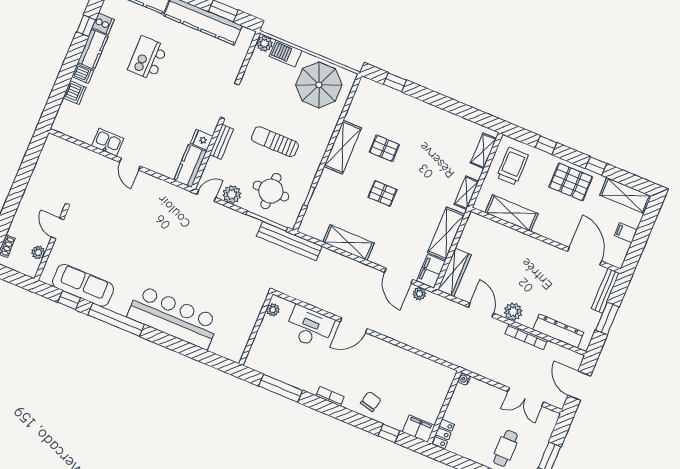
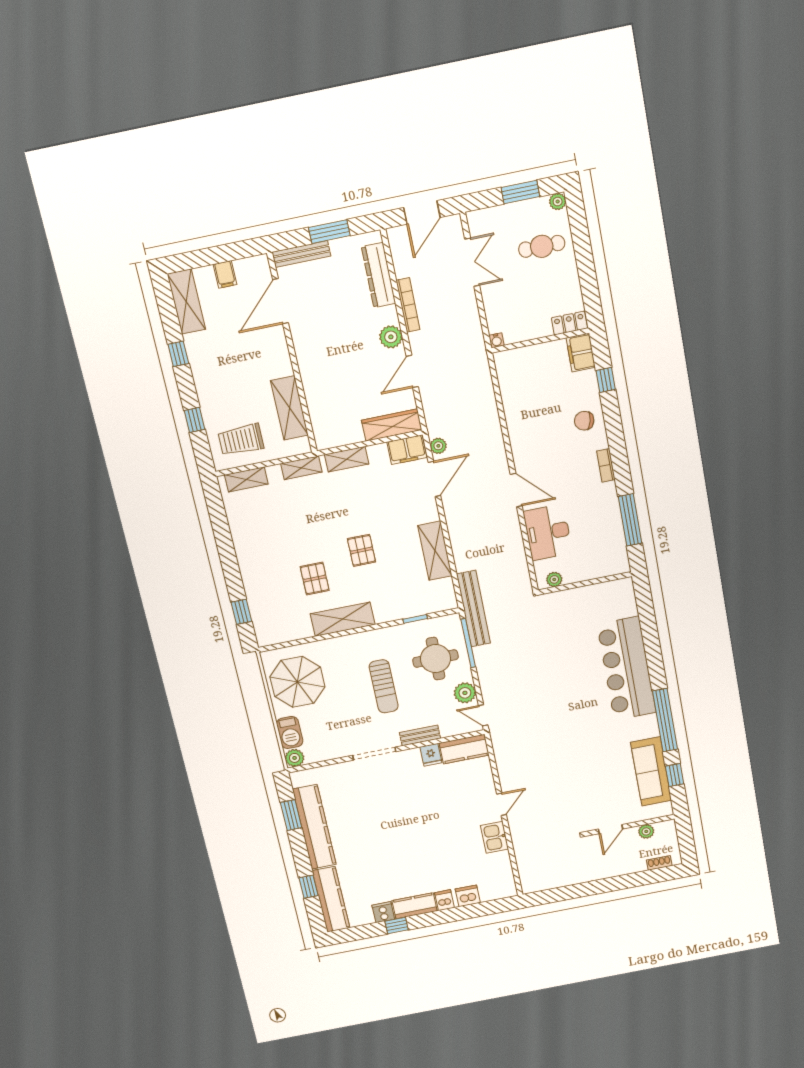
kitchen island: (148, 58) -> (387, 853), removed
pallet: (571, 182) -> (214, 369), removed
shelving: (446, 233) -> (347, 459), width x0.67, depth x0.75

